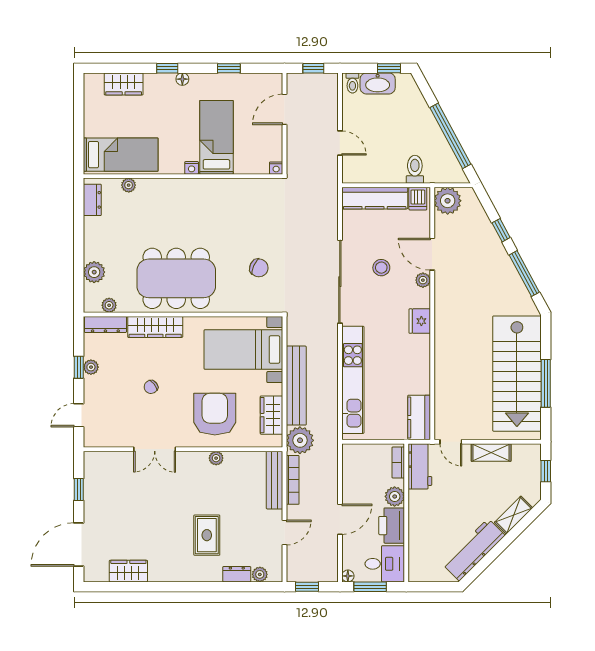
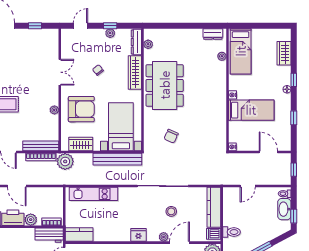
plant: (94, 272) -> (168, 35), removed
kitchen unit: (353, 380) -> (94, 194), width x0.73
bench: (296, 386) -> (117, 159), moved
door: (79, 415) -> (81, 26), hinge flipped
double door: (155, 449) -> (60, 72), swing flipped

